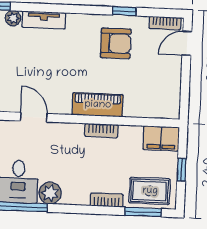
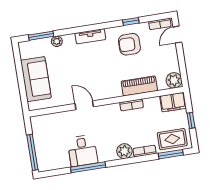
tv unit: (44, 20) -> (90, 36), moved
armchair: (116, 43) -> (129, 44), turned 180
piano: (98, 105) -> (139, 86), moved
plant: (169, 108) -> (174, 80), added
plant: (50, 193) -> (124, 151), moved

